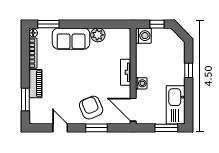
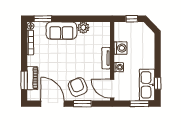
washing machine: (143, 36) -> (121, 48), moved
window: (189, 70) -> (158, 83), moved
piano: (36, 84) -> (32, 78), moved
door: (60, 128) -> (53, 104), width x1.87

